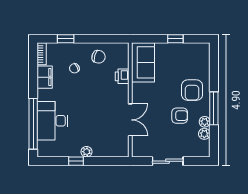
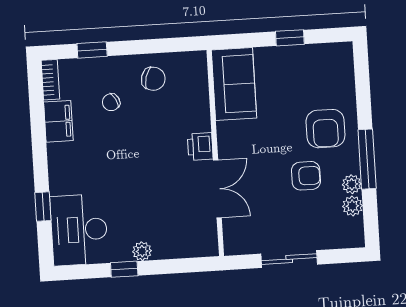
printer: (122, 76) -> (200, 147), moved
desk: (52, 121) -> (79, 230), moved
window: (33, 124) -> (43, 207), width x0.32

